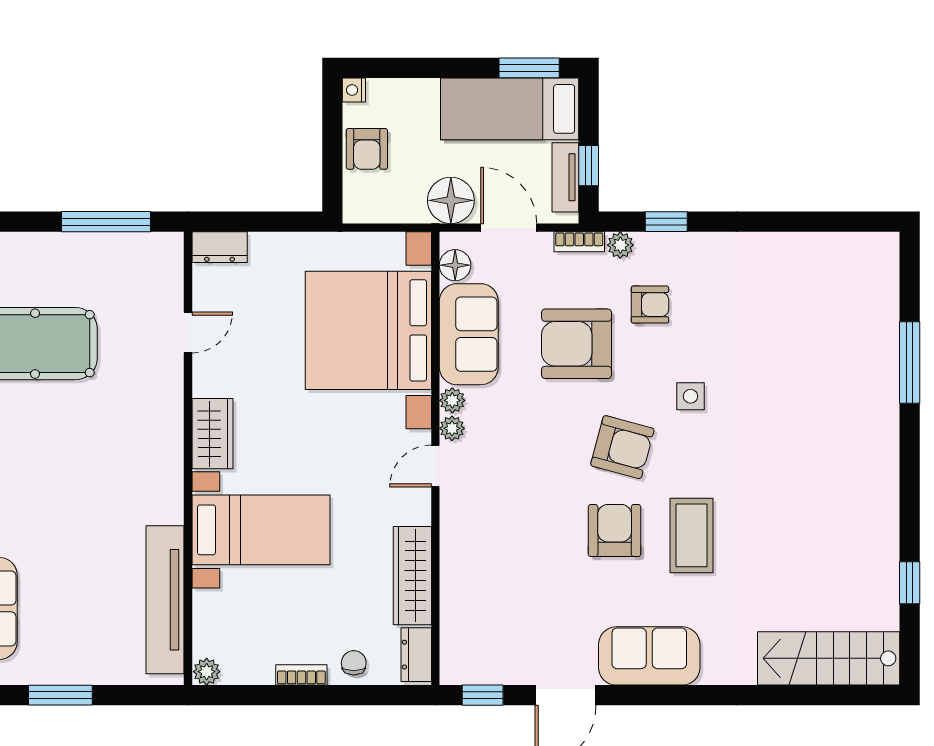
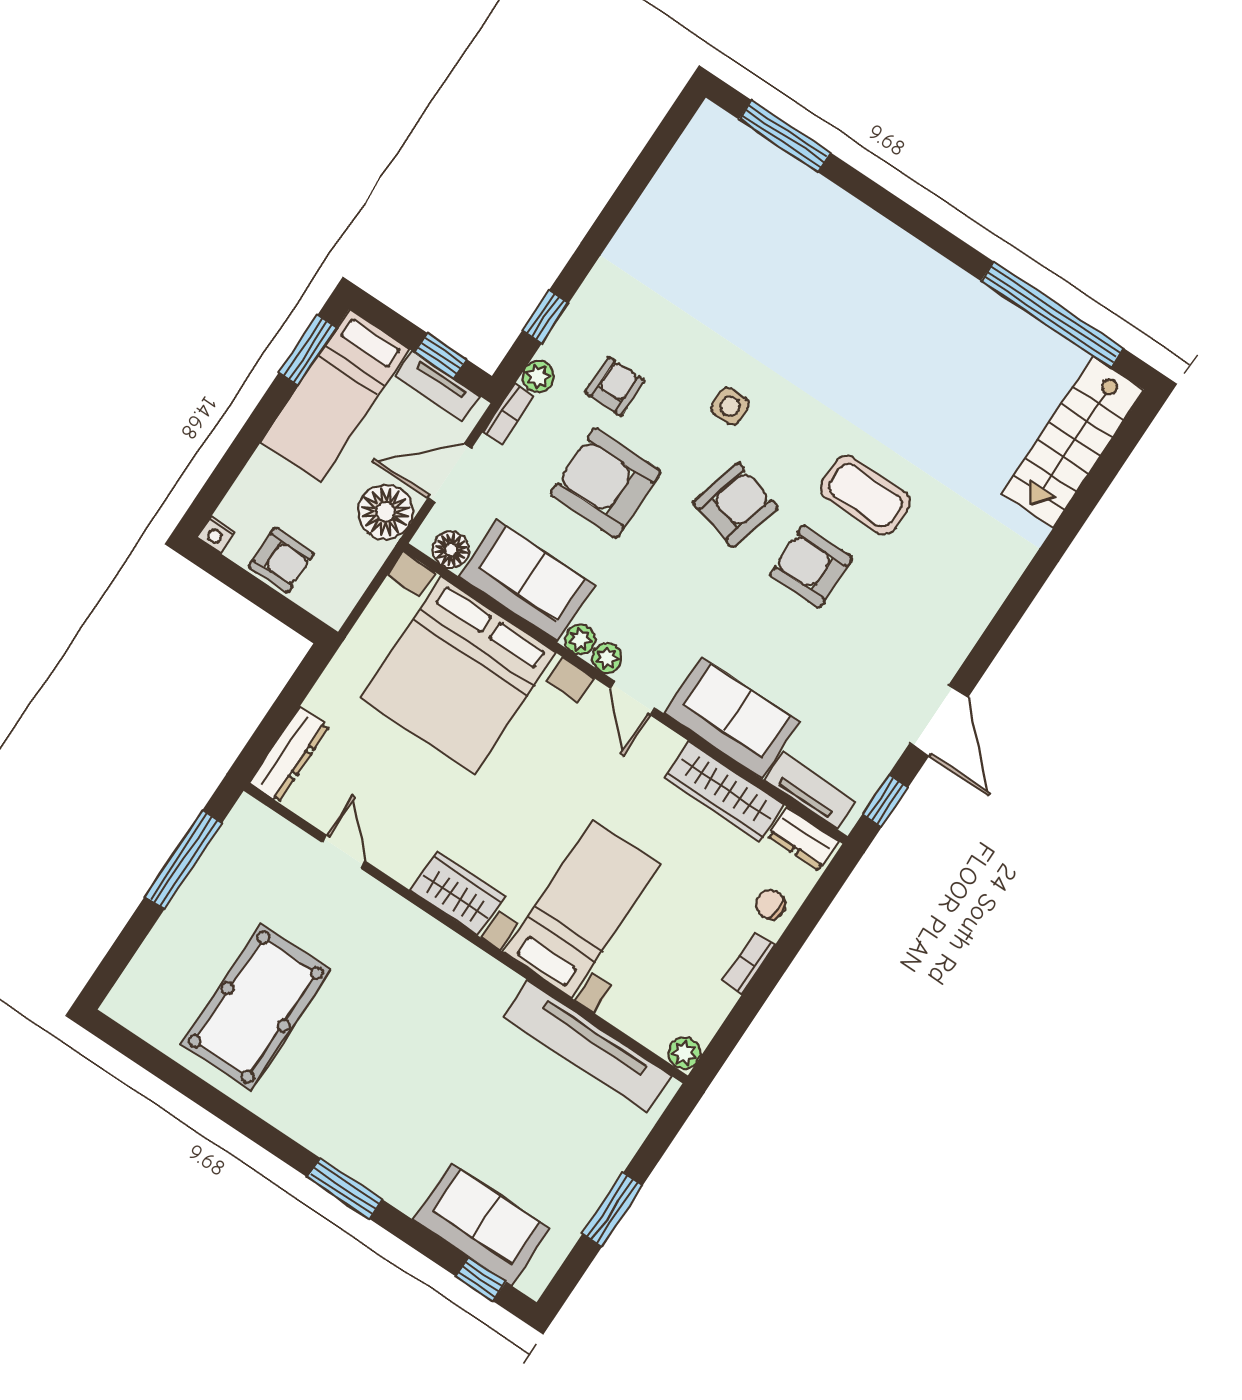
dresser: (220, 247) -> (289, 754), width x1.44
armchair: (576, 344) -> (606, 483), turned 90
window: (910, 362) -> (785, 136), moved
window: (910, 583) -> (1052, 315), width x3.17
tv unit: (454, 637) -> (810, 791), added
sofa: (649, 656) -> (732, 718), moved, turned 90

